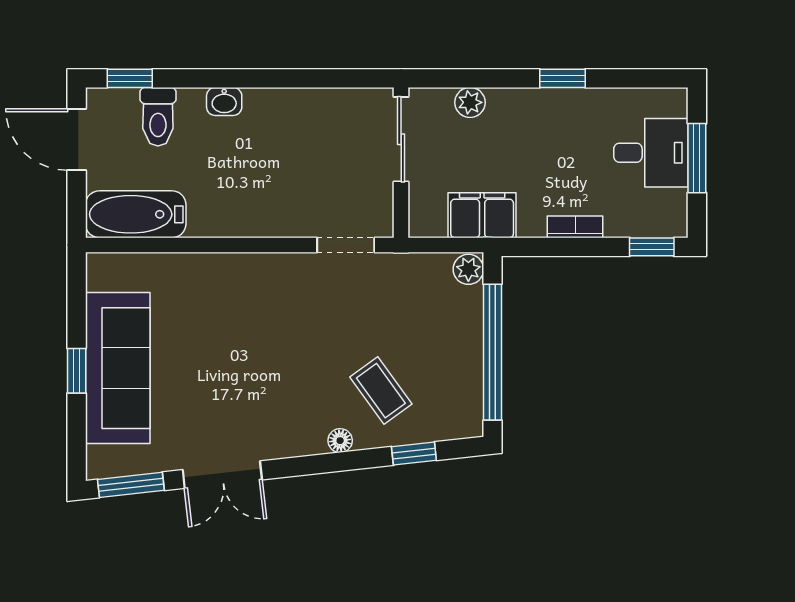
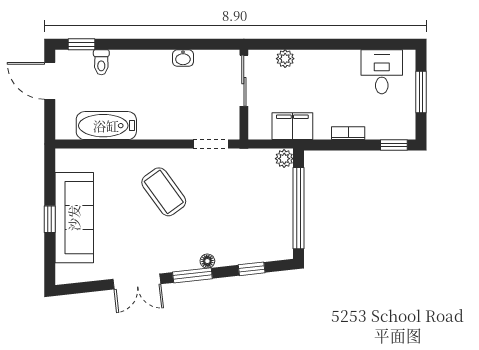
window: (563, 78) -> (341, 44), removed
washbasin: (224, 101) -> (183, 58), moved
toilet: (158, 117) -> (101, 62), width x0.73, depth x0.72
desk: (651, 153) -> (382, 72), moved, turned -90
bathtub: (136, 214) -> (106, 126), moved
coffee table: (381, 391) -> (164, 192), moved, width x1.36, depth x1.30
window: (131, 485) -> (192, 275), moved

